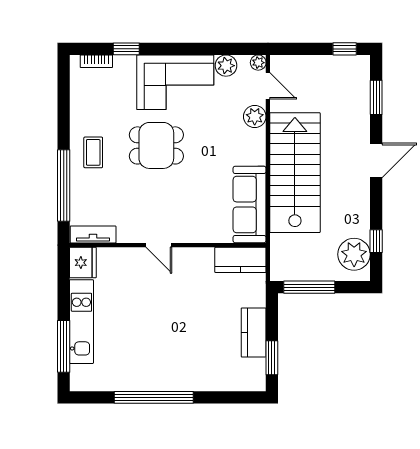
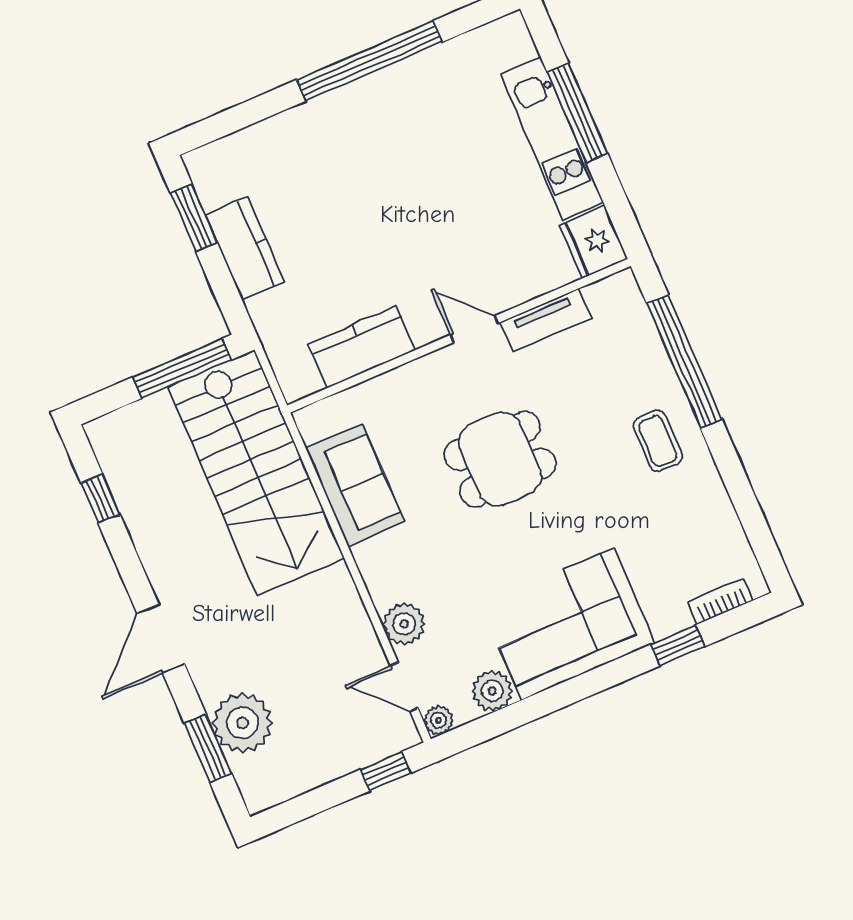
window: (345, 49) -> (385, 771), moved
dining table: (156, 145) -> (500, 459), moved
stairs: (295, 173) -> (256, 473), moved
sofa: (250, 204) -> (355, 485), width x0.73
tv unit: (93, 234) -> (546, 320), moved
plant: (354, 254) -> (242, 723), moved
kitchen counter: (240, 260) -> (362, 347), moved
window: (64, 346) -> (577, 113), moved

